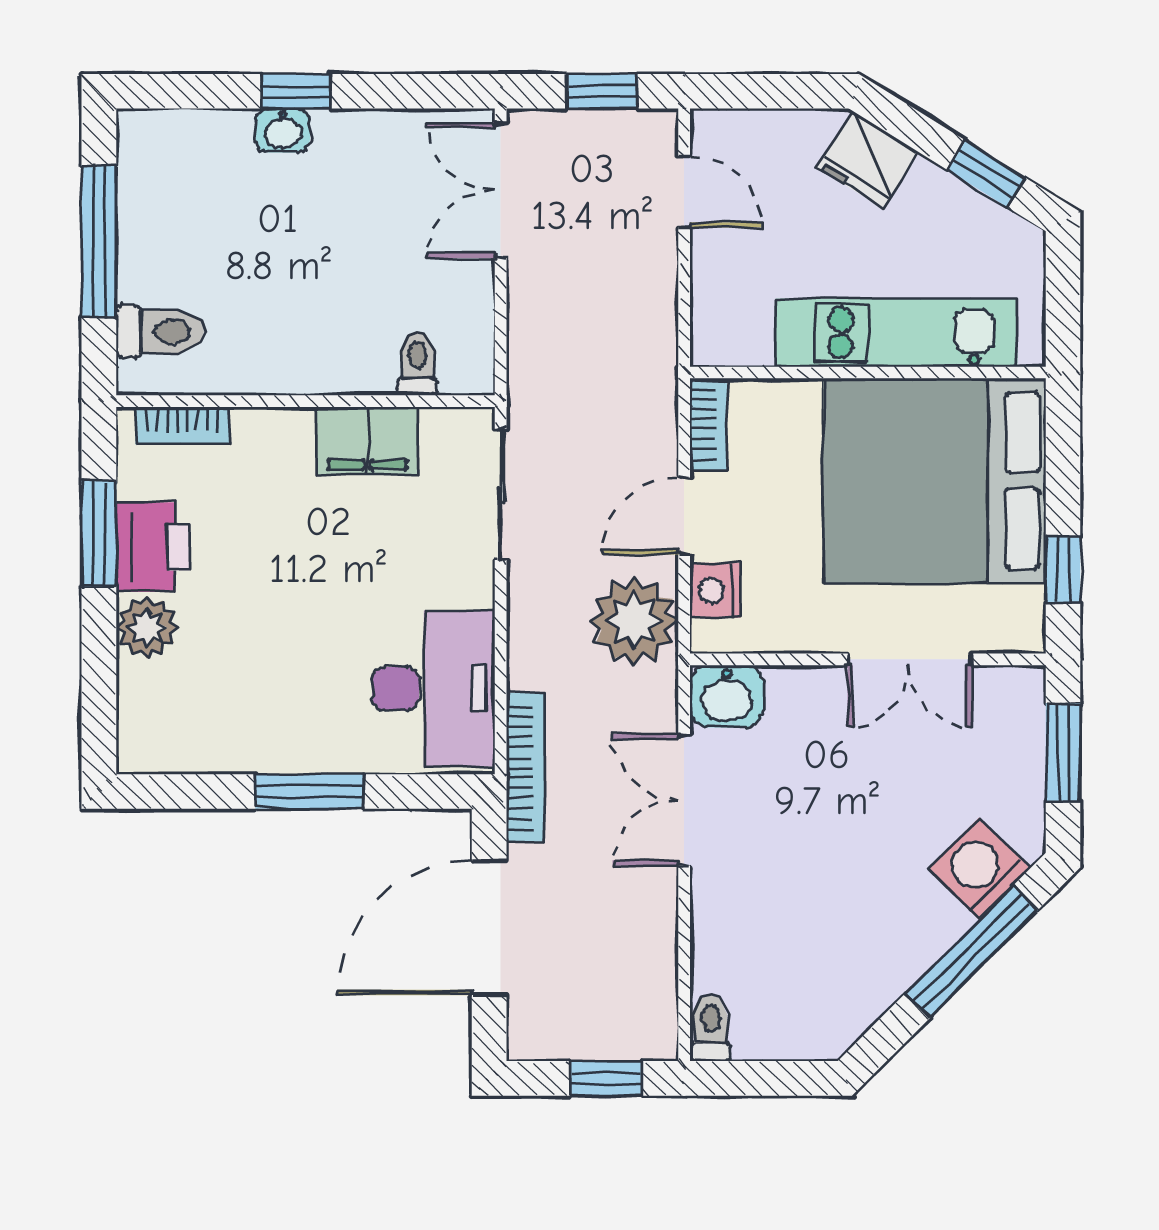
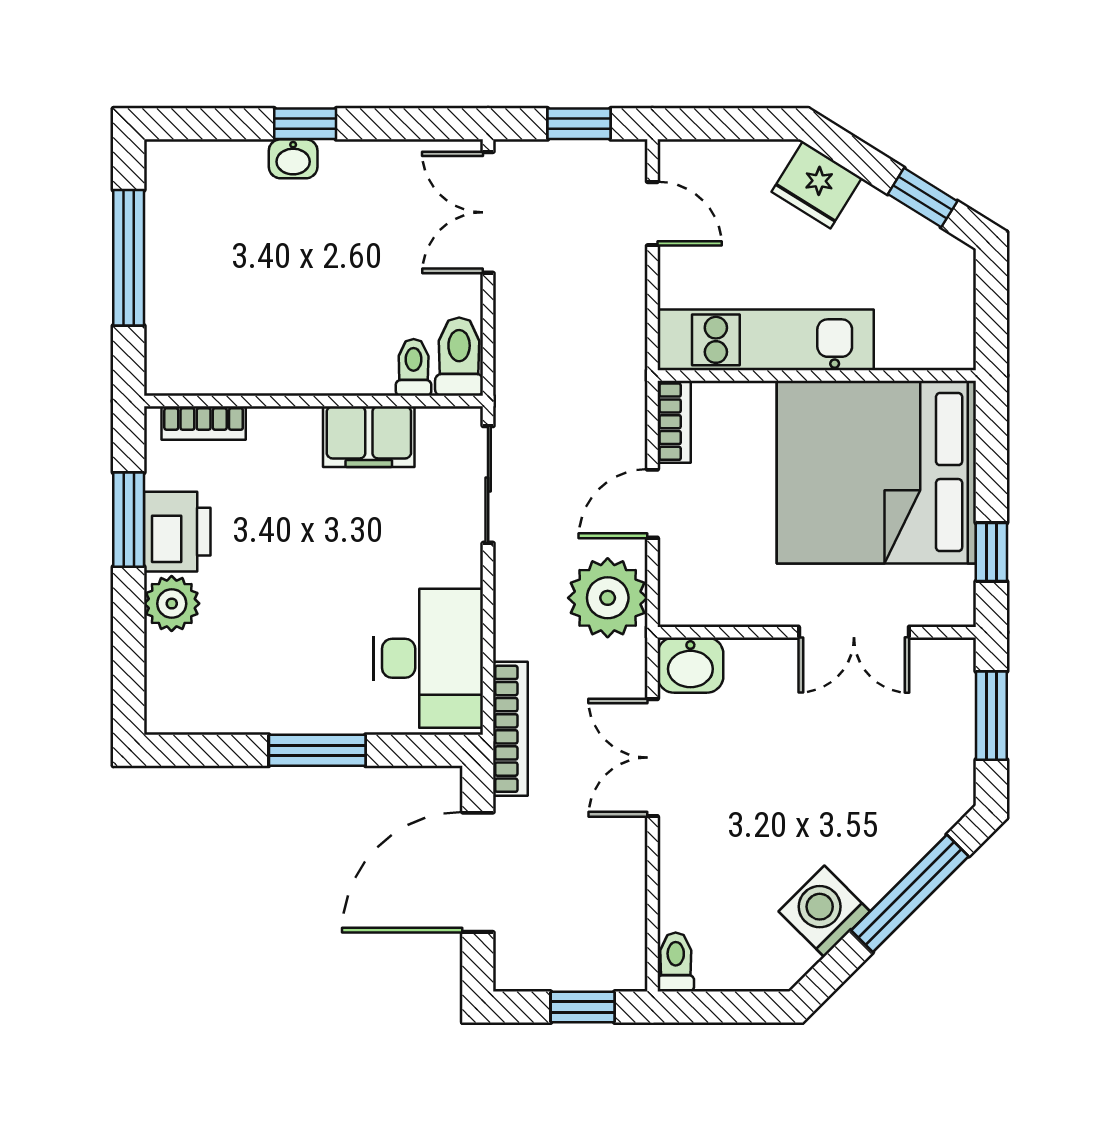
toilet: (160, 332) -> (459, 357), moved, turned -90
kitchen unit: (897, 333) -> (766, 340), moved
nightstand: (715, 590) -> (680, 570), removed
washing machine: (979, 869) -> (824, 911), moved

